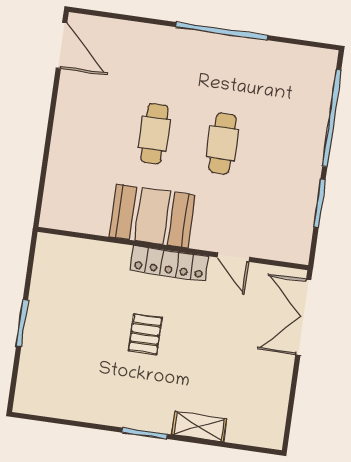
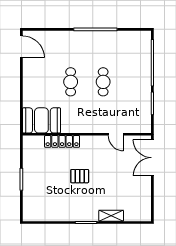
booth: (152, 216) -> (41, 120), moved
locker: (169, 263) -> (62, 141), moved
pallet: (145, 334) -> (80, 176), turned 90

